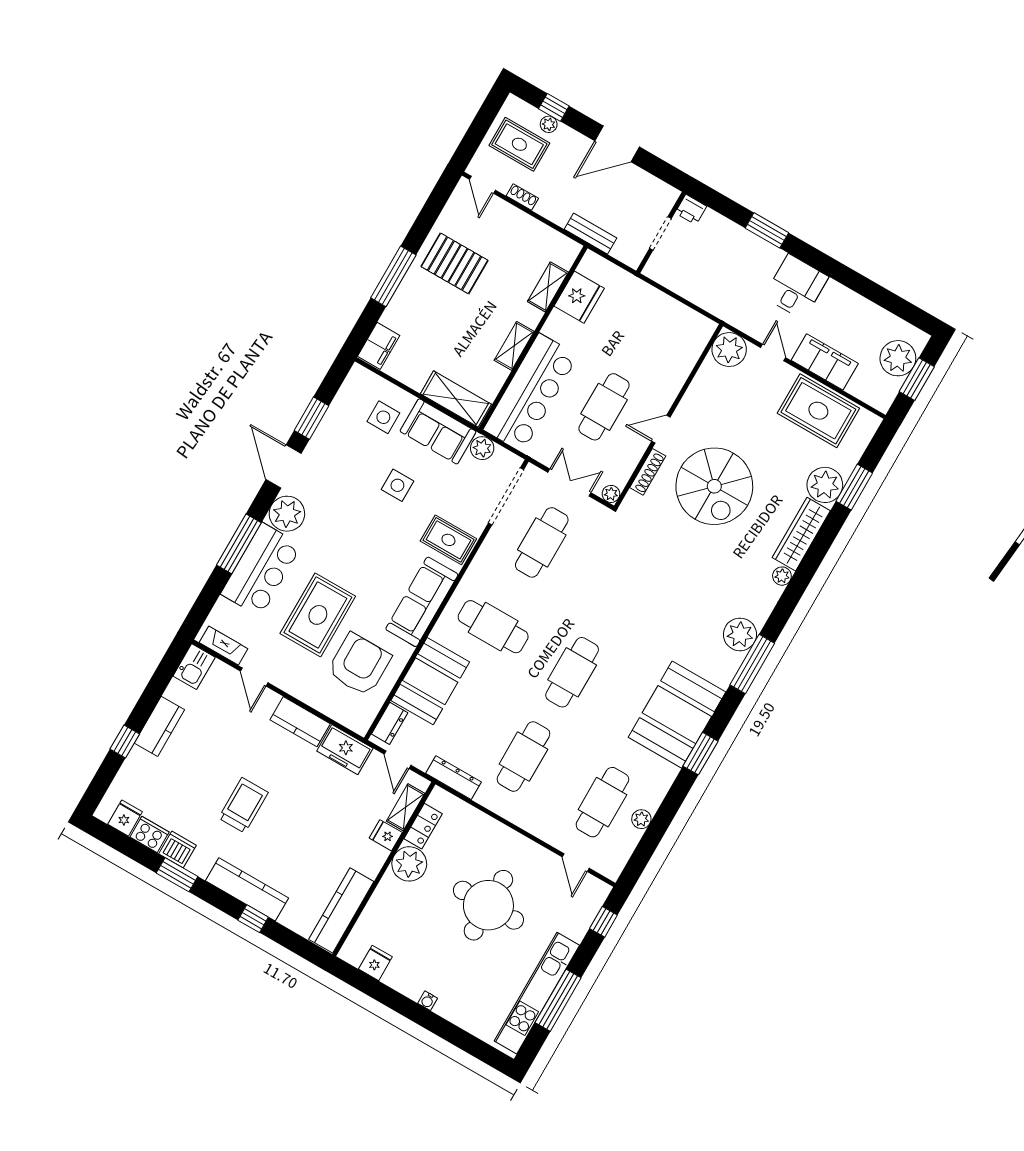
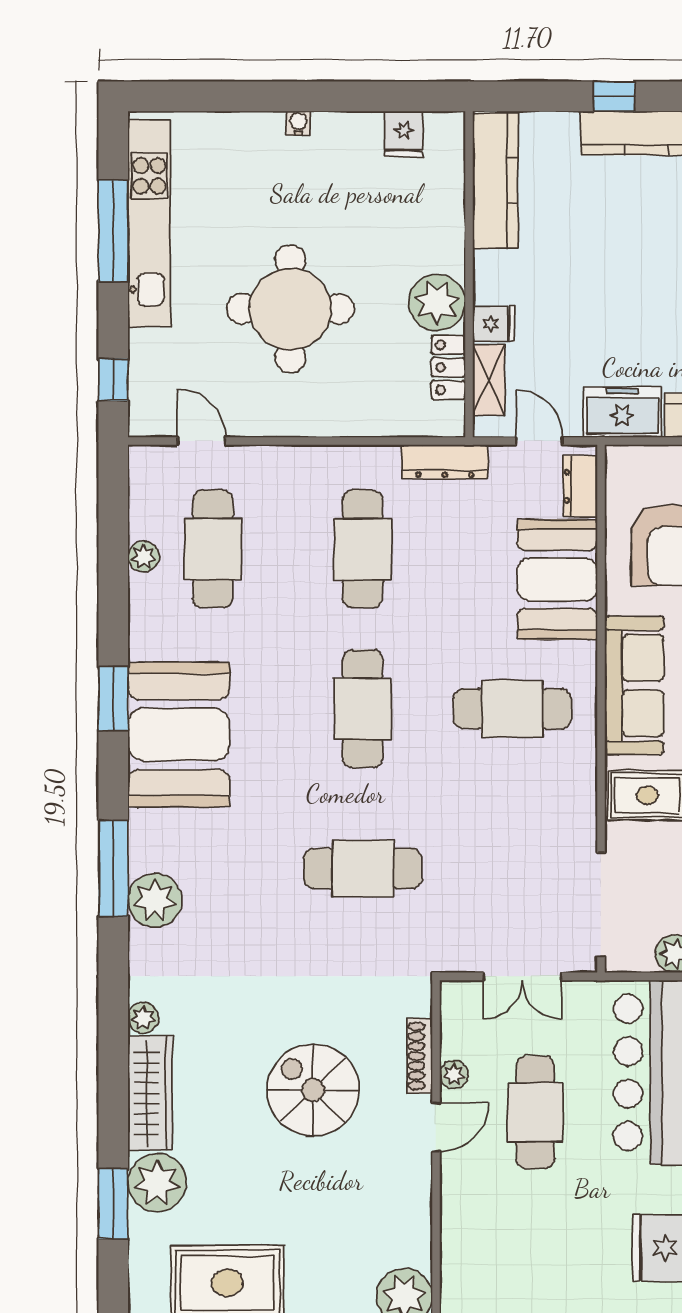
spiral stairs: (714, 486) -> (313, 1090), width x0.73, depth x0.73
plant: (611, 494) -> (454, 1075), moved
cafe table: (542, 542) -> (363, 868), moved, turned 90

